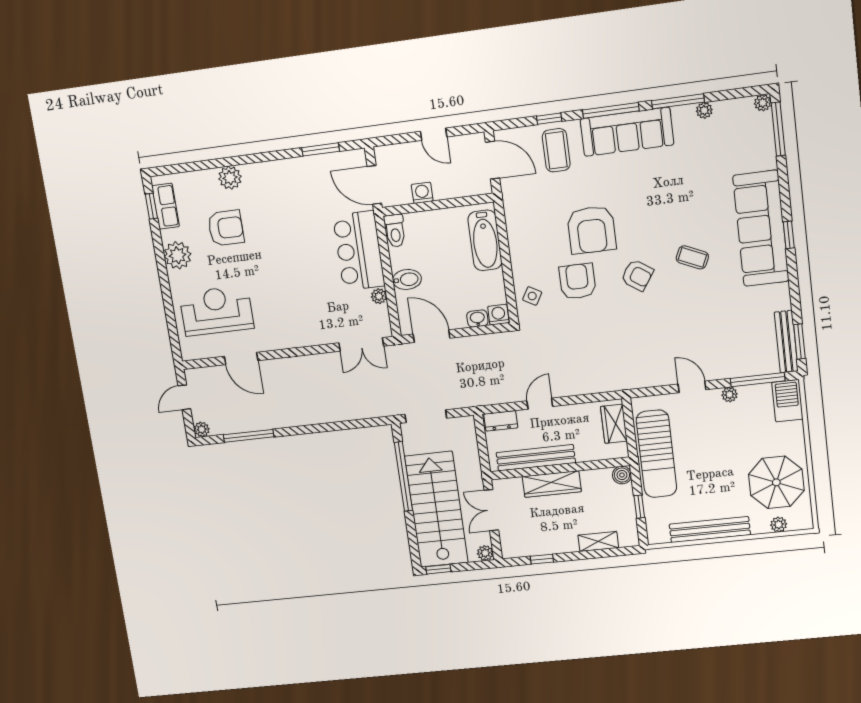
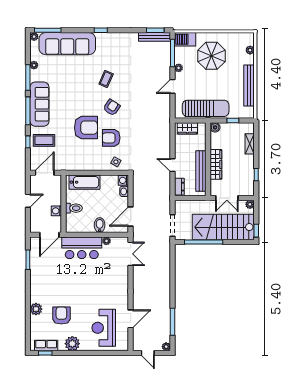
sofa: (761, 228) -> (67, 44), moved
toilet: (395, 231) -> (74, 208), moved
parasol: (776, 482) -> (212, 56), moved

